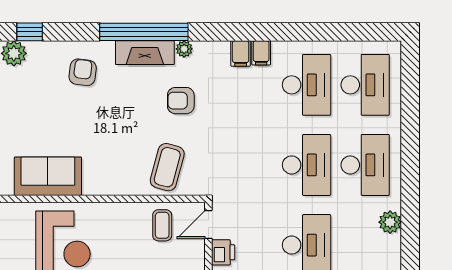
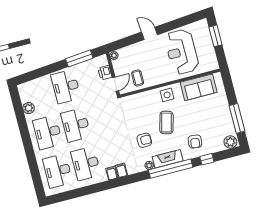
window: (30, 32) -> (207, 159), moved
coffee table: (167, 167) -> (166, 123), moved
side table: (113, 177) -> (167, 95), added

